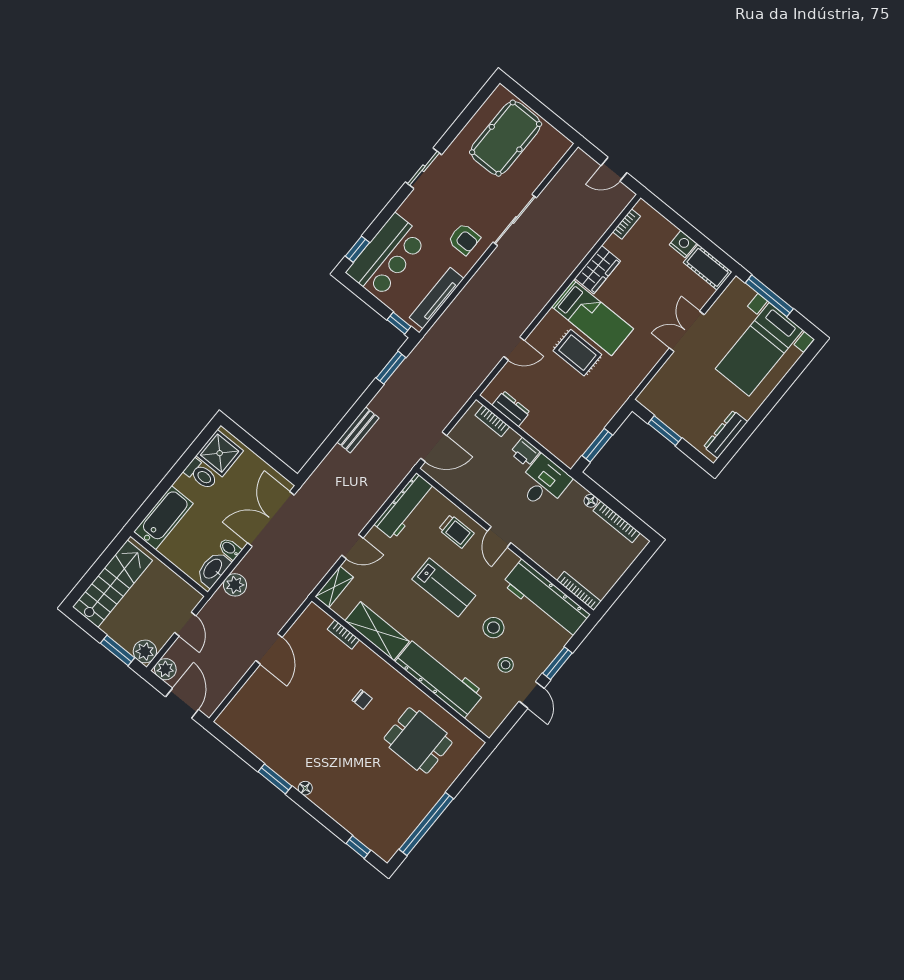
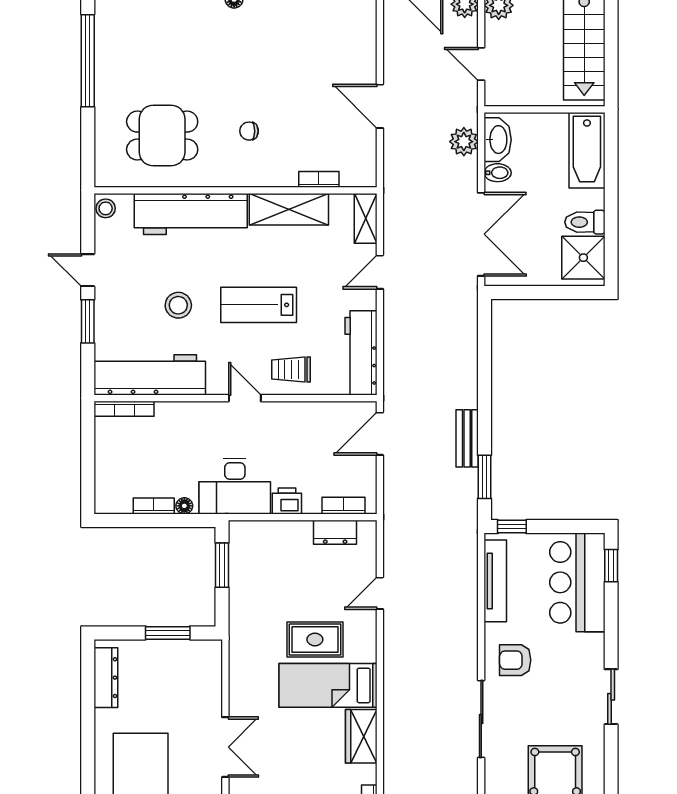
bench: (358, 430) -> (467, 438), moved
desk: (544, 483) -> (235, 486), width x1.37
bookcase: (617, 522) -> (154, 506), width x0.64
stool: (506, 665) -> (106, 208), moved

